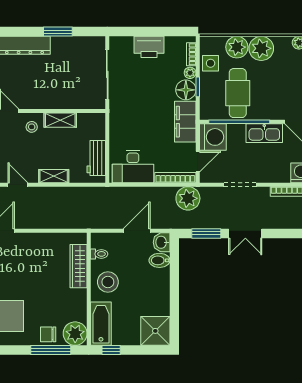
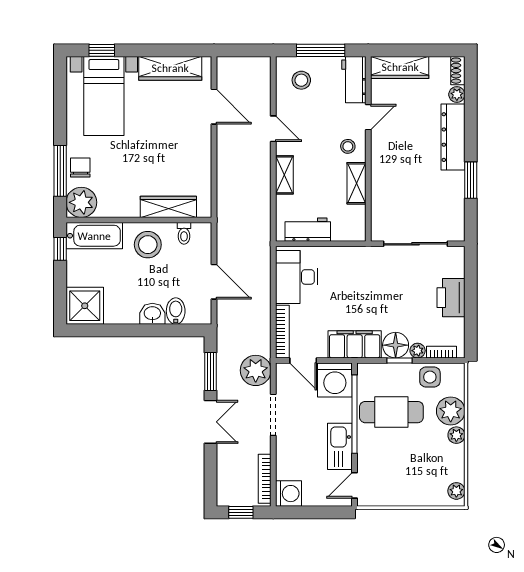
plant: (261, 48) -> (456, 435), width x0.53, depth x0.53
door: (18, 185) -> (273, 129), hinge flipped
plant: (188, 198) -> (256, 370), moved
double door: (245, 233) -> (210, 422), swing flipped
washbasin: (162, 242) -> (152, 314), moved

